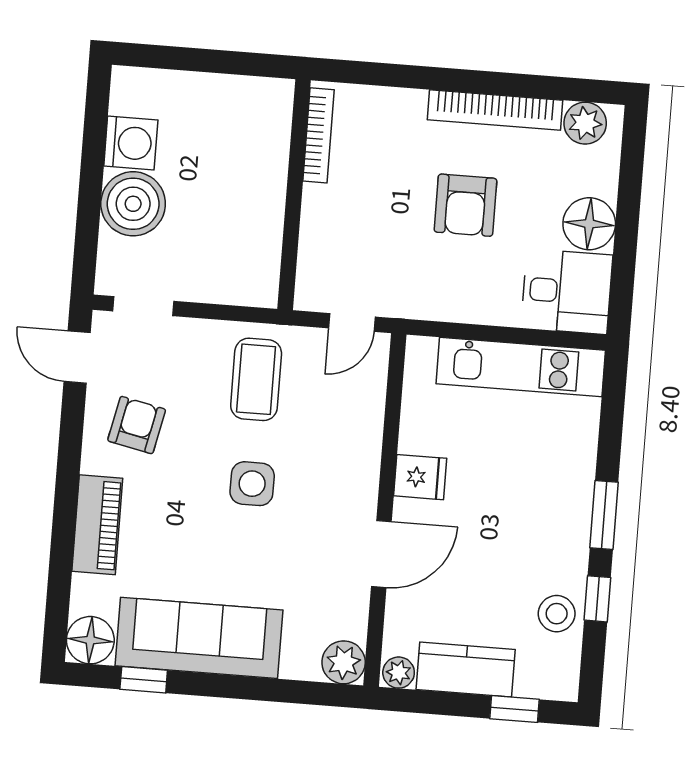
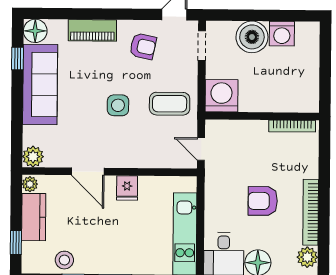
washing machine: (247, 274) -> (221, 96), added

